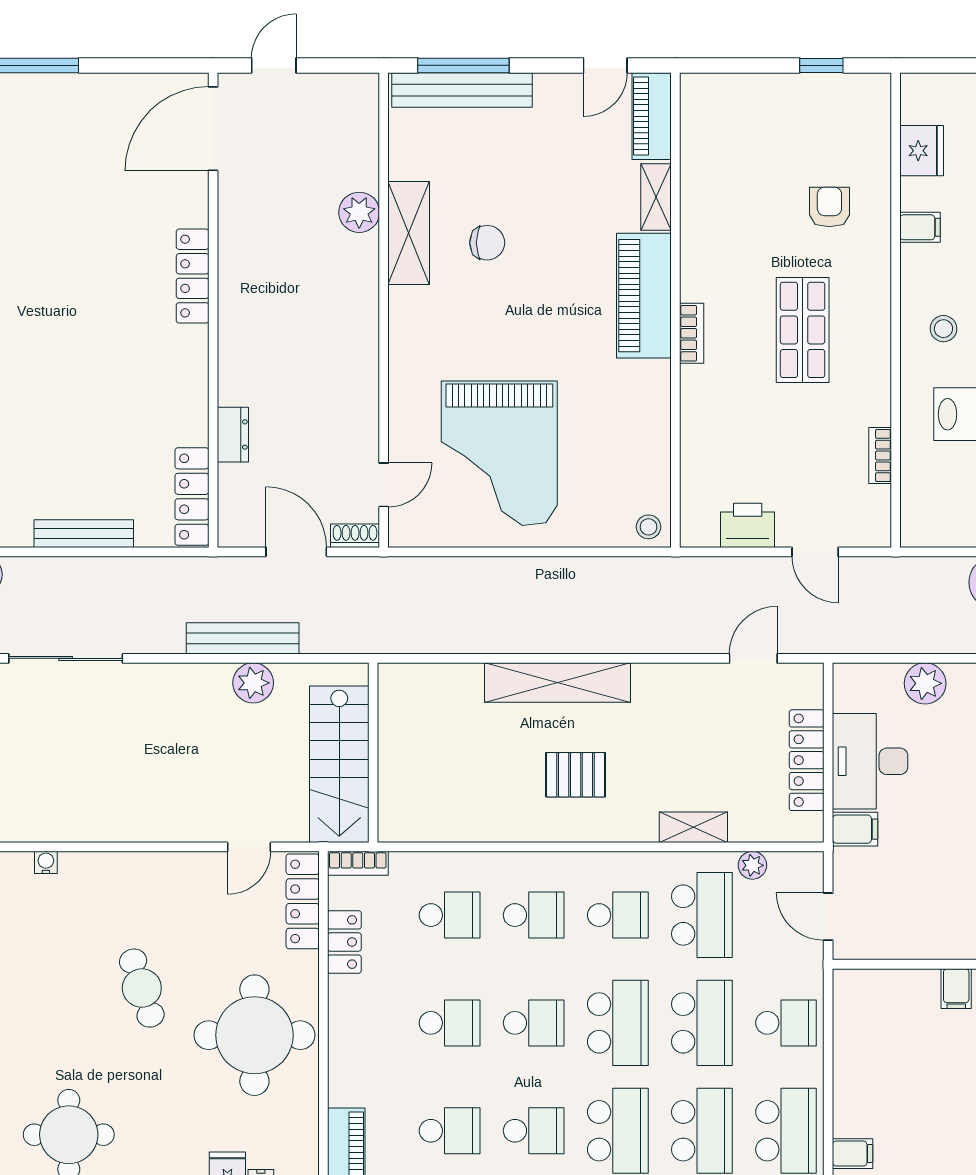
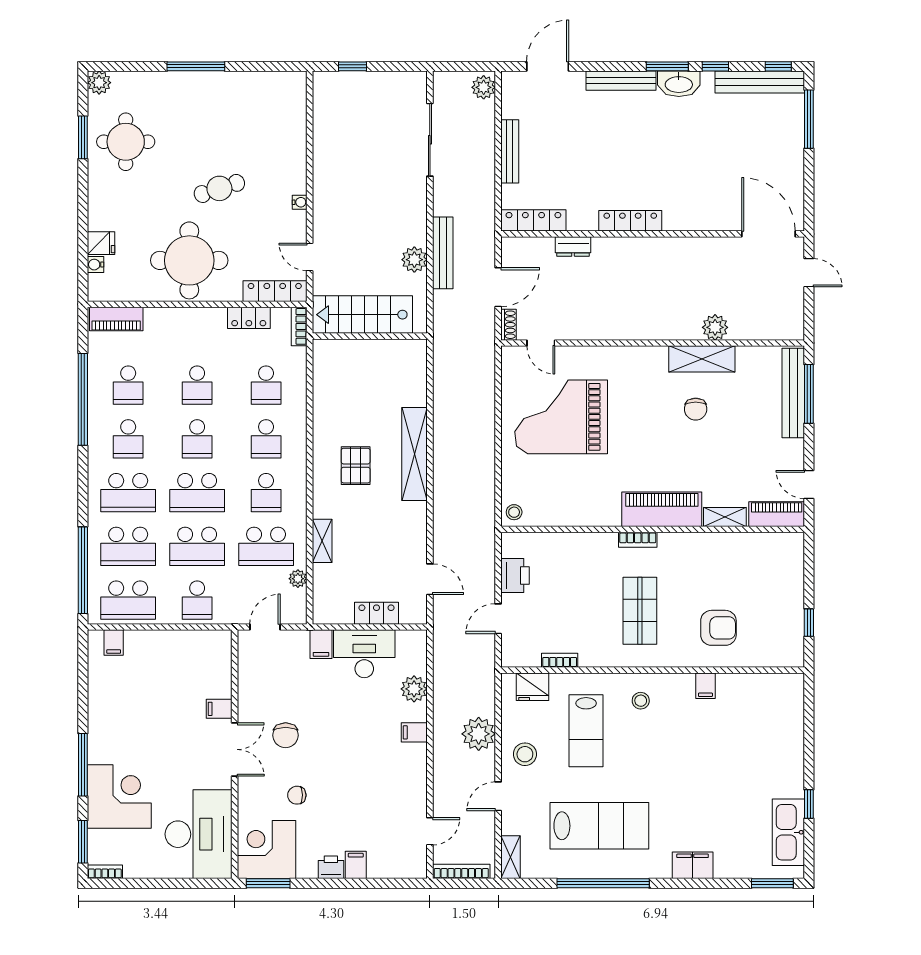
fridge: (922, 151) -> (532, 687), moved
armchair: (829, 207) -> (718, 628), width x1.38, depth x1.38
locker: (193, 276) -> (630, 221), moved
shop shelf: (803, 330) -> (640, 611), turned 90
locker: (807, 760) -> (376, 613), width x0.66
water cooler: (46, 862) -> (300, 202), moved

